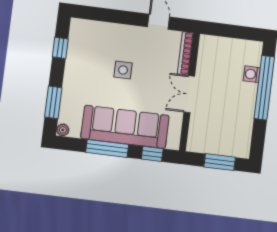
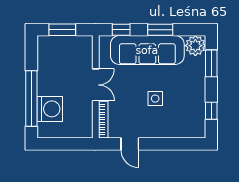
washing machine: (252, 74) -> (50, 109), width x1.89, depth x1.89
plant: (63, 130) -> (195, 46), width x1.88, depth x1.88
window: (107, 148) -> (160, 30), width x0.69

